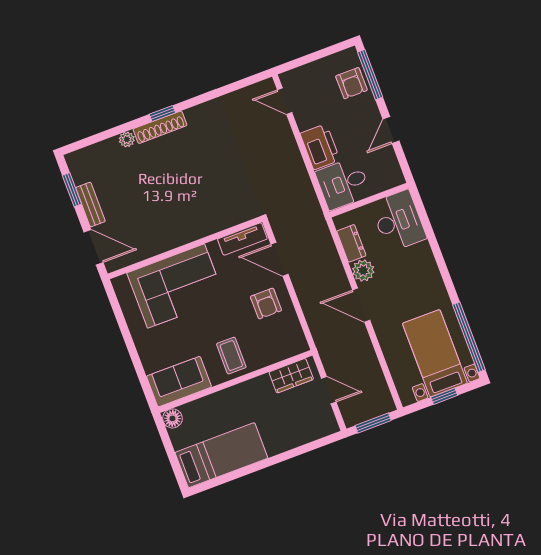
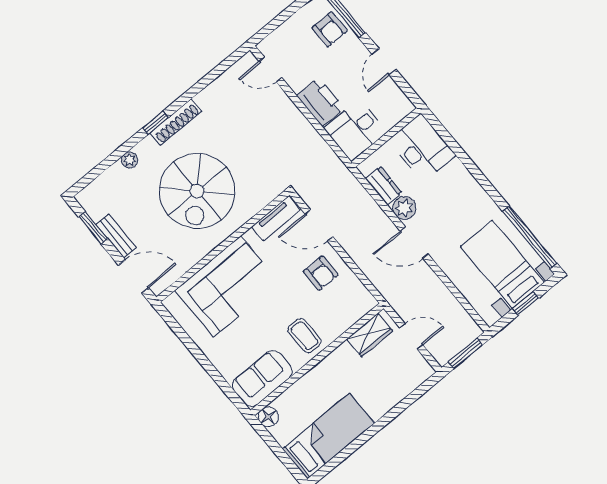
shoe rack: (160, 127) -> (176, 122), moved
spiral stairs: (179, 189) -> (197, 191), added

